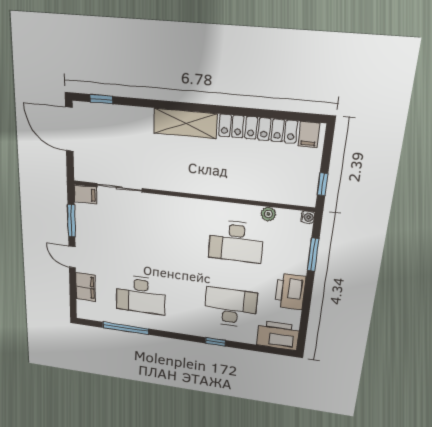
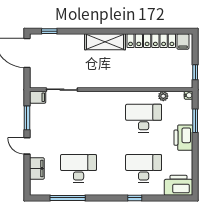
desk: (236, 241) -> (144, 118), turned 180
printer: (290, 292) -> (183, 138), moved
desk: (141, 295) -> (79, 168), turned 180

